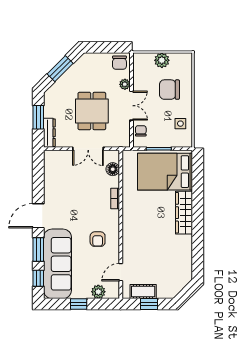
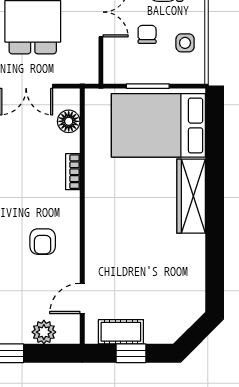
chair: (141, 131) -> (147, 34), moved

